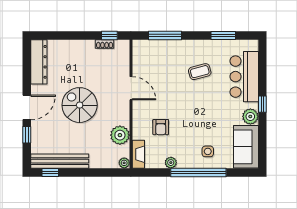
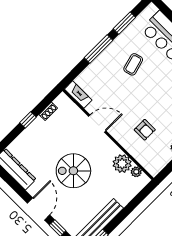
window: (109, 35) -> (28, 120), moved
window: (165, 35) -> (99, 49), moved
fireplace: (138, 154) -> (78, 95), moved
plant: (124, 163) -> (136, 172), moved

